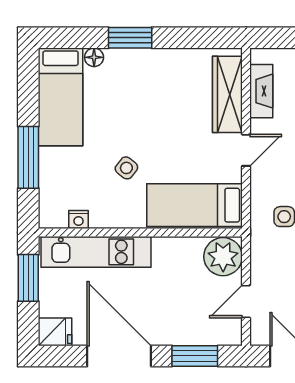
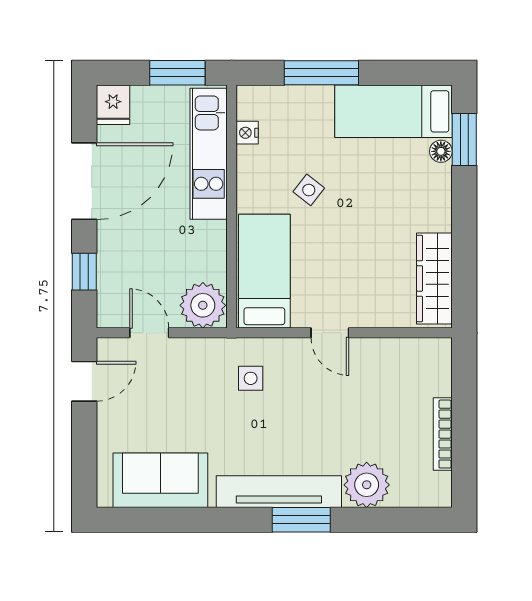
window: (130, 38) -> (464, 139), moved
fireplace: (261, 91) -> (401, 351), removed
wardrobe: (227, 94) -> (434, 278), moved, turned -90
window: (195, 356) -> (84, 272), width x0.67

